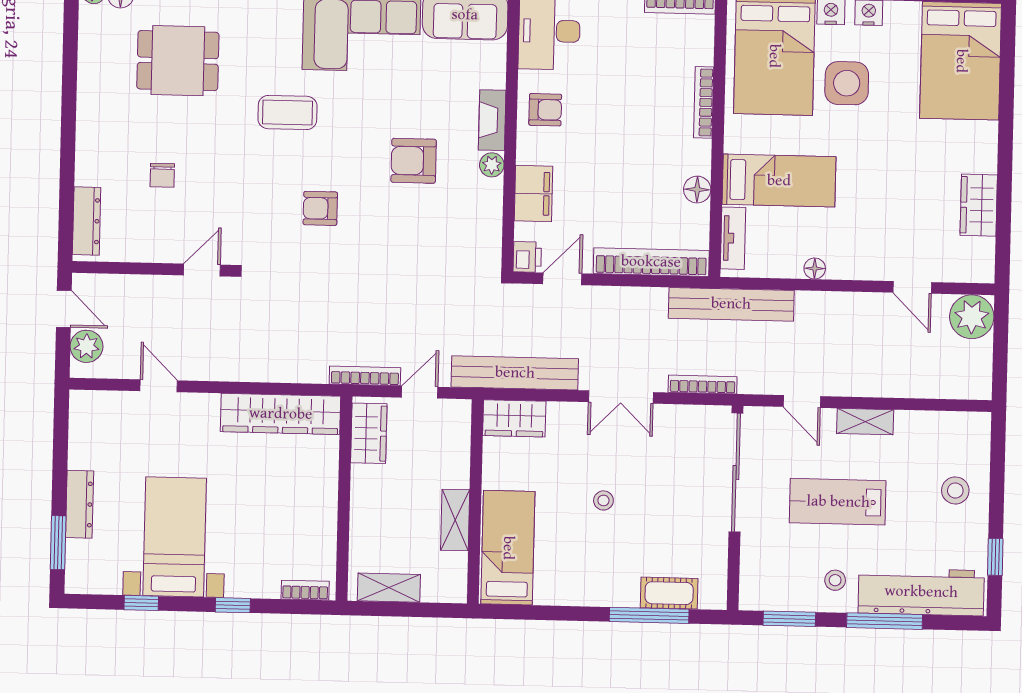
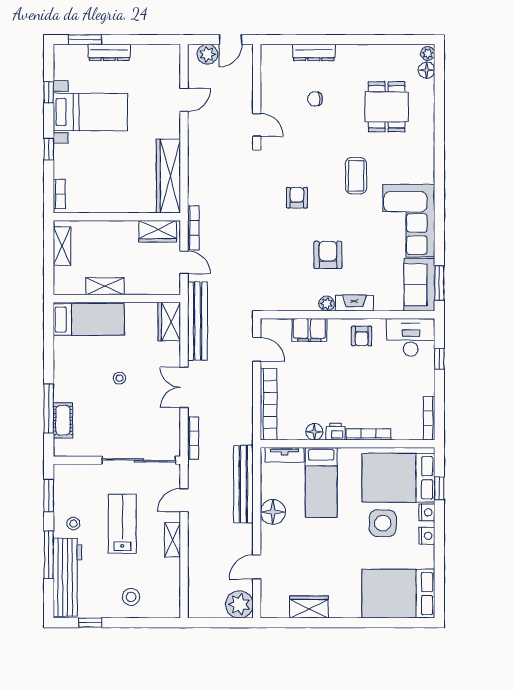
dresser: (87, 221) -> (314, 52), moved
printer: (527, 257) -> (335, 432), moved, turned 180
floor lamp: (815, 268) -> (273, 512), width x1.89, depth x1.89
bench: (731, 304) -> (243, 484), moved

